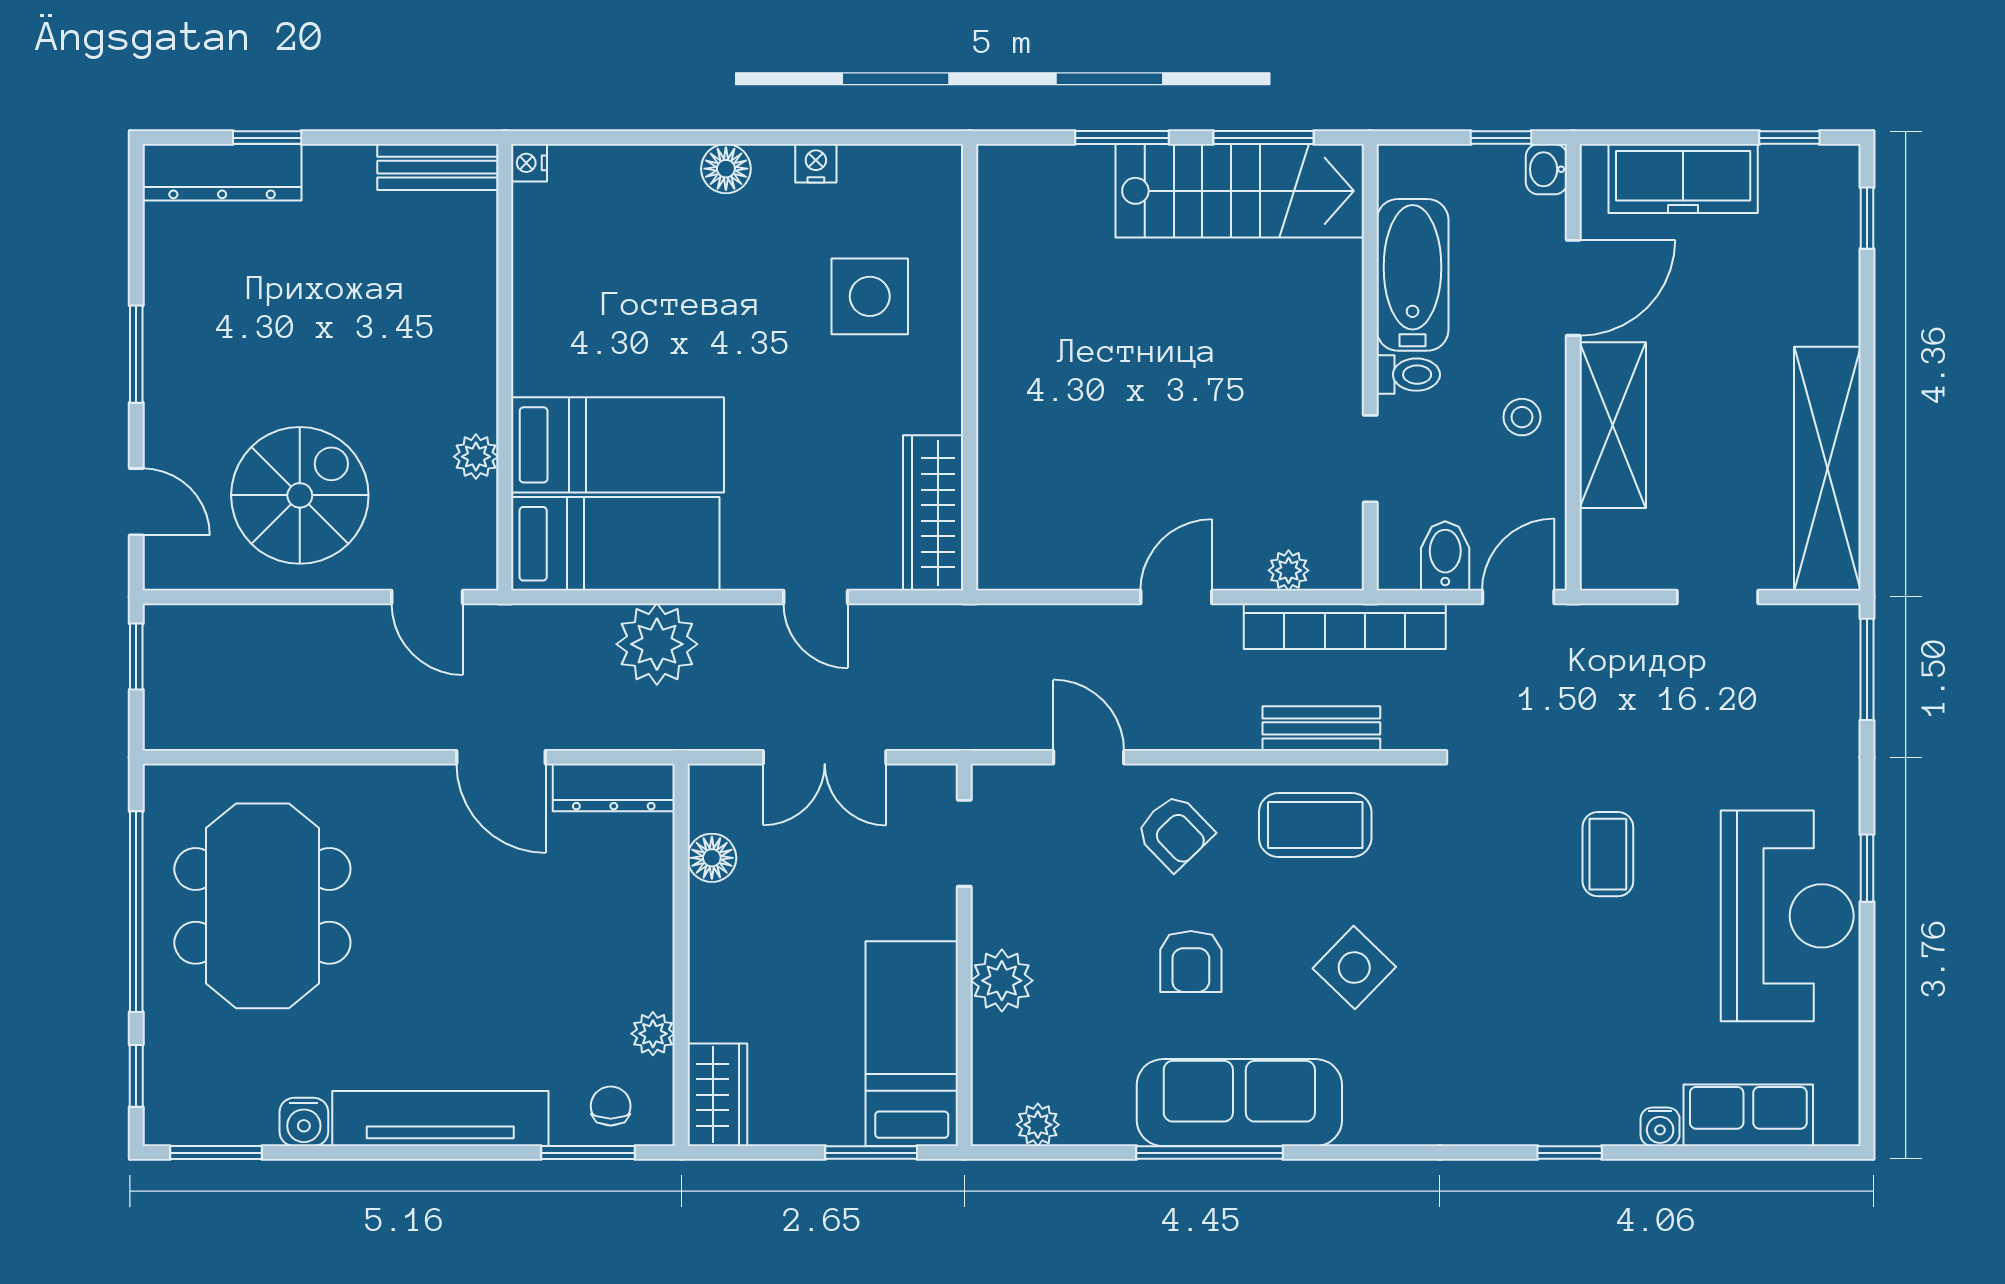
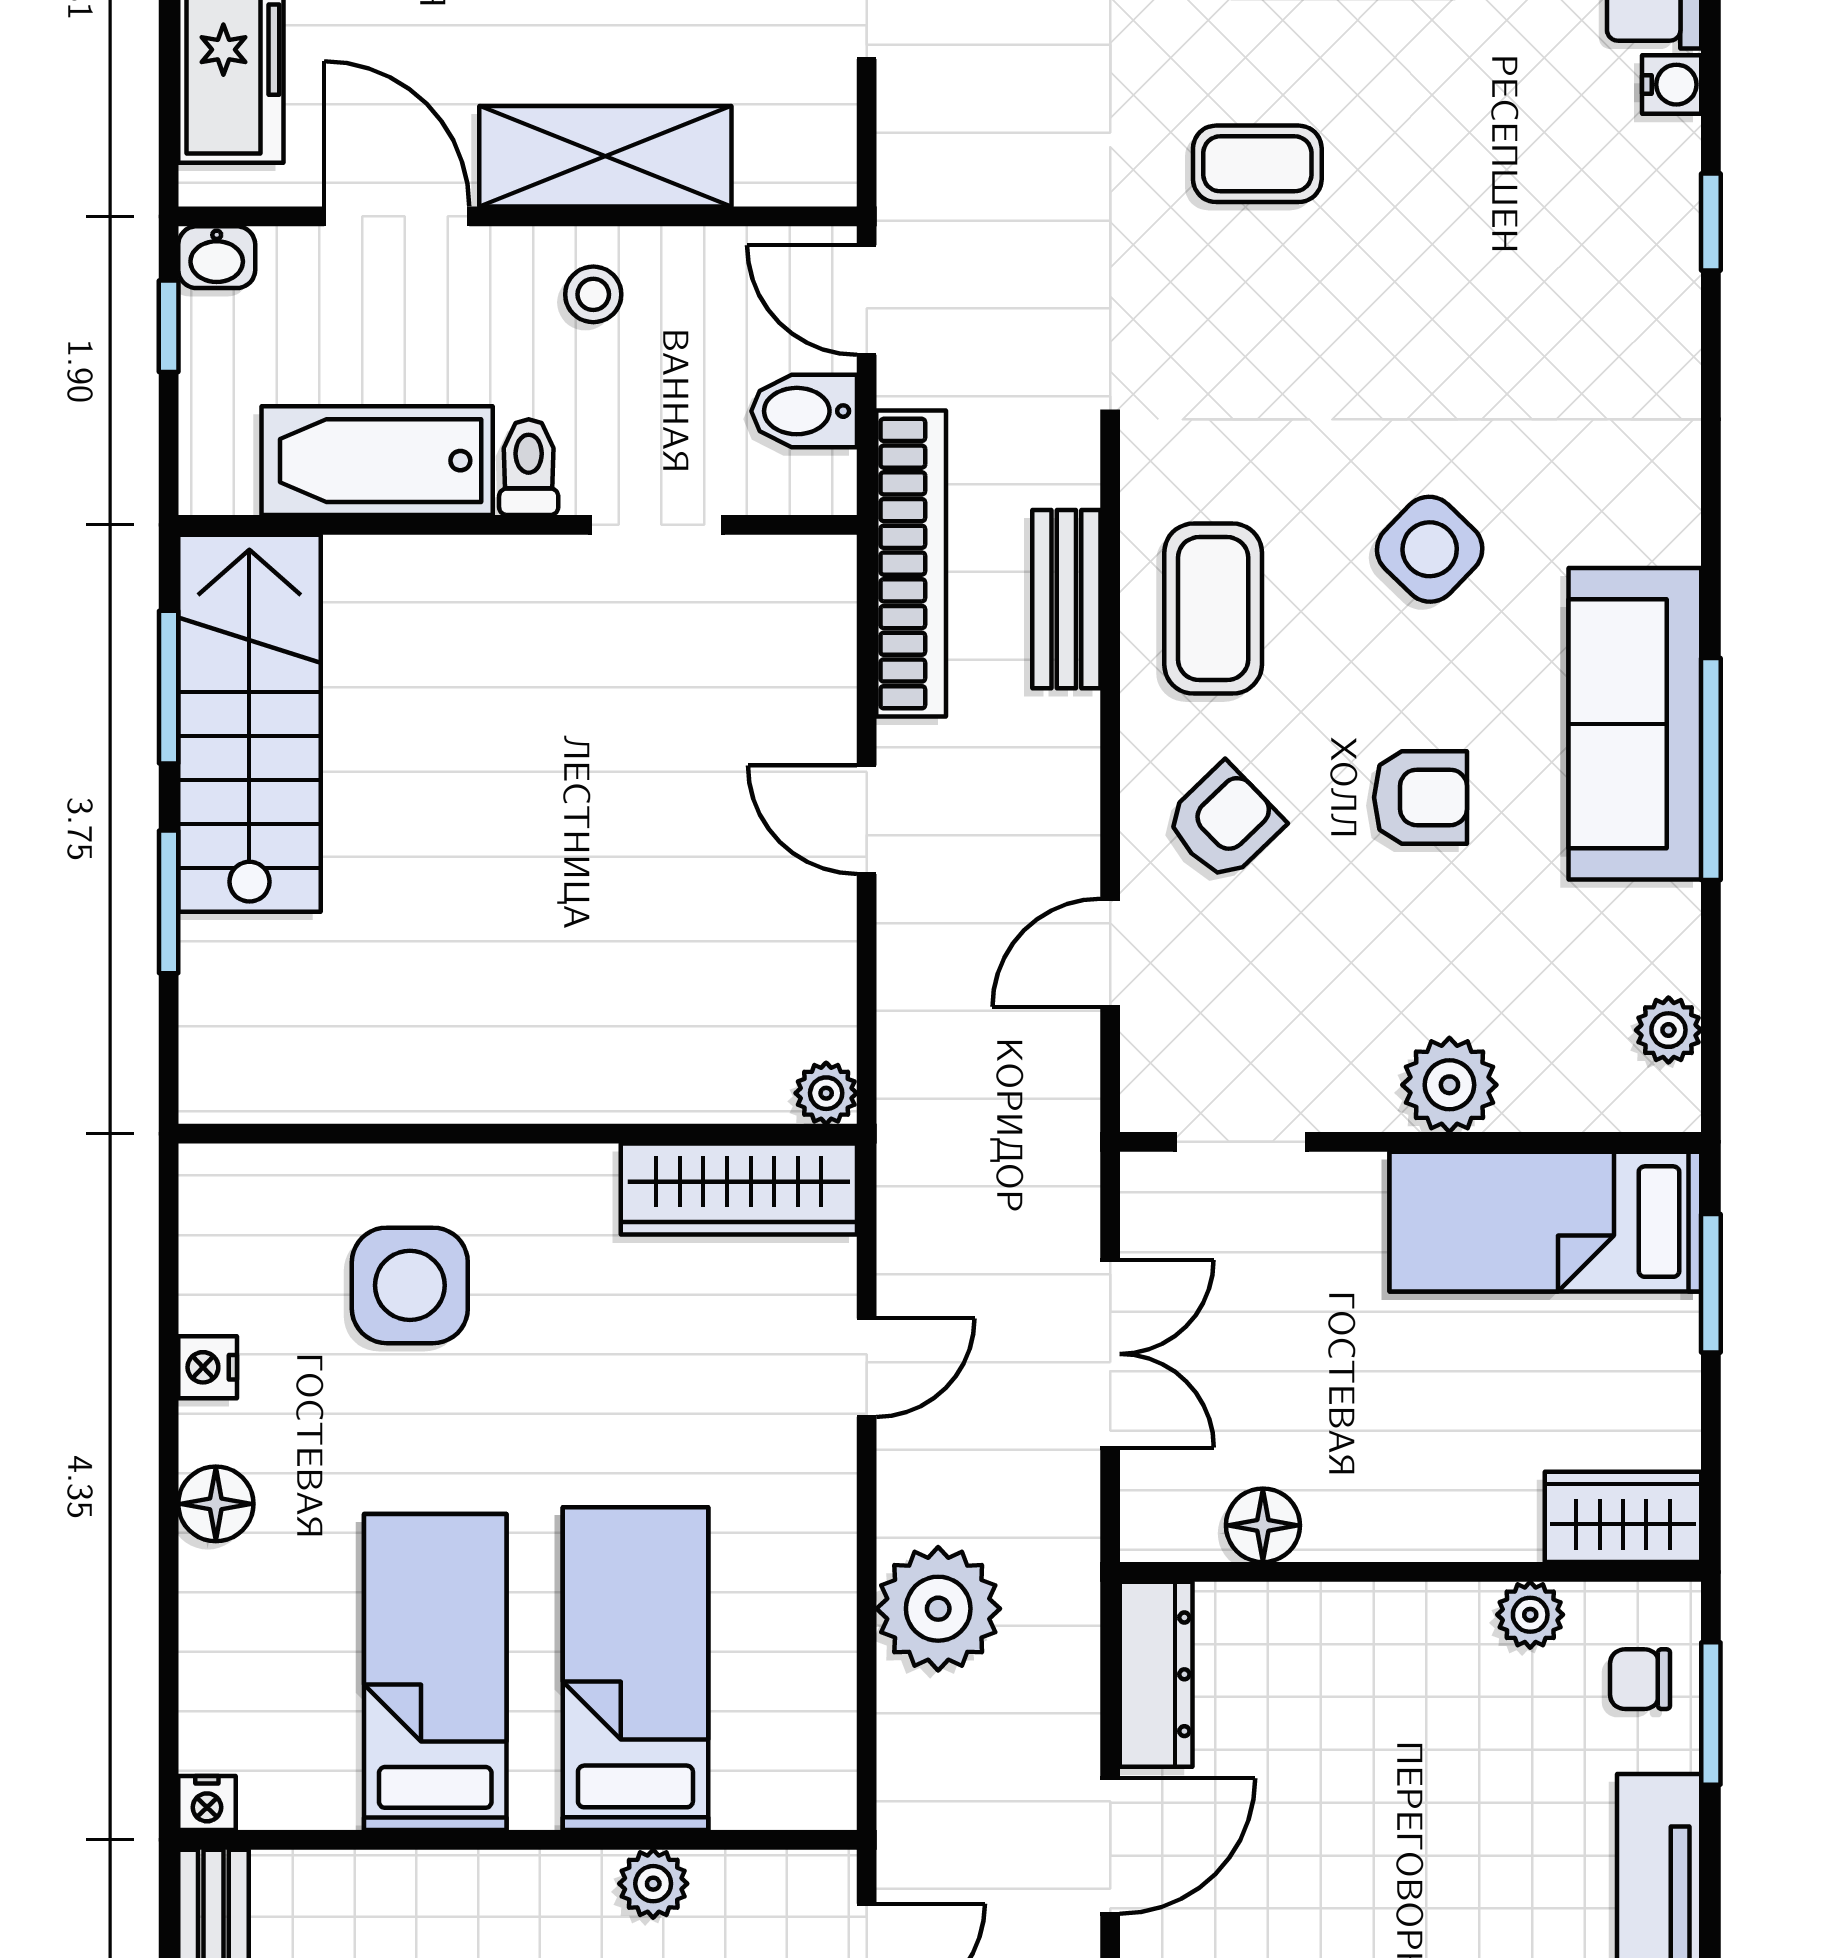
bed: (615, 544) -> (435, 1672), moved
plant: (1289, 570) -> (826, 1093), moved

